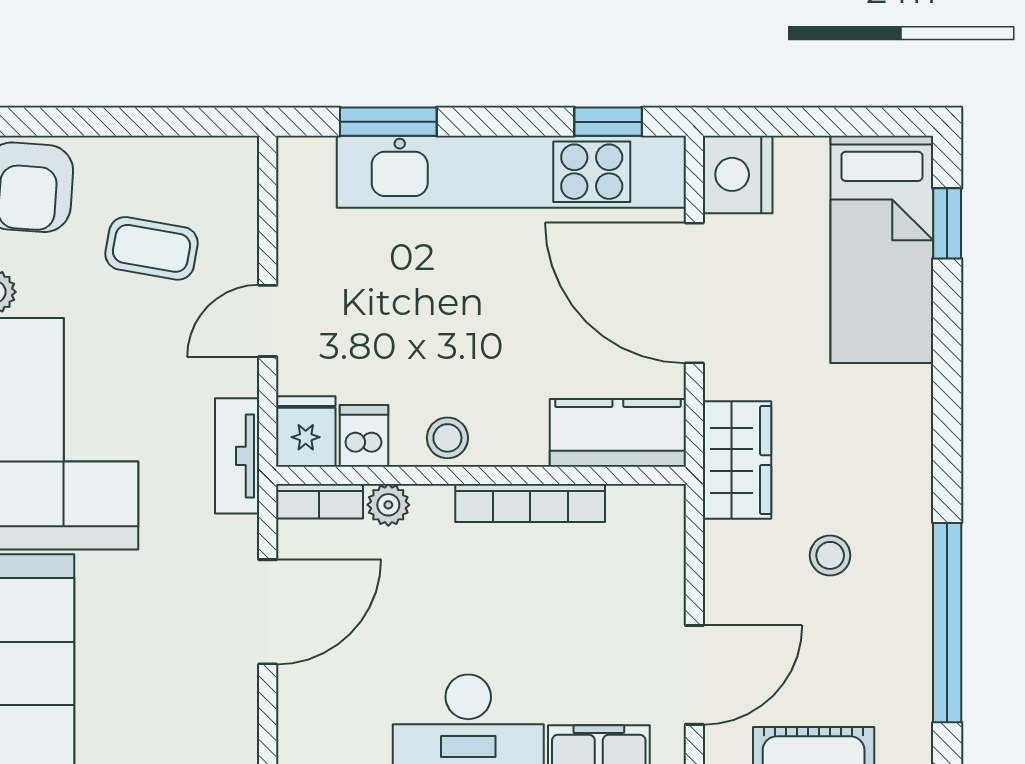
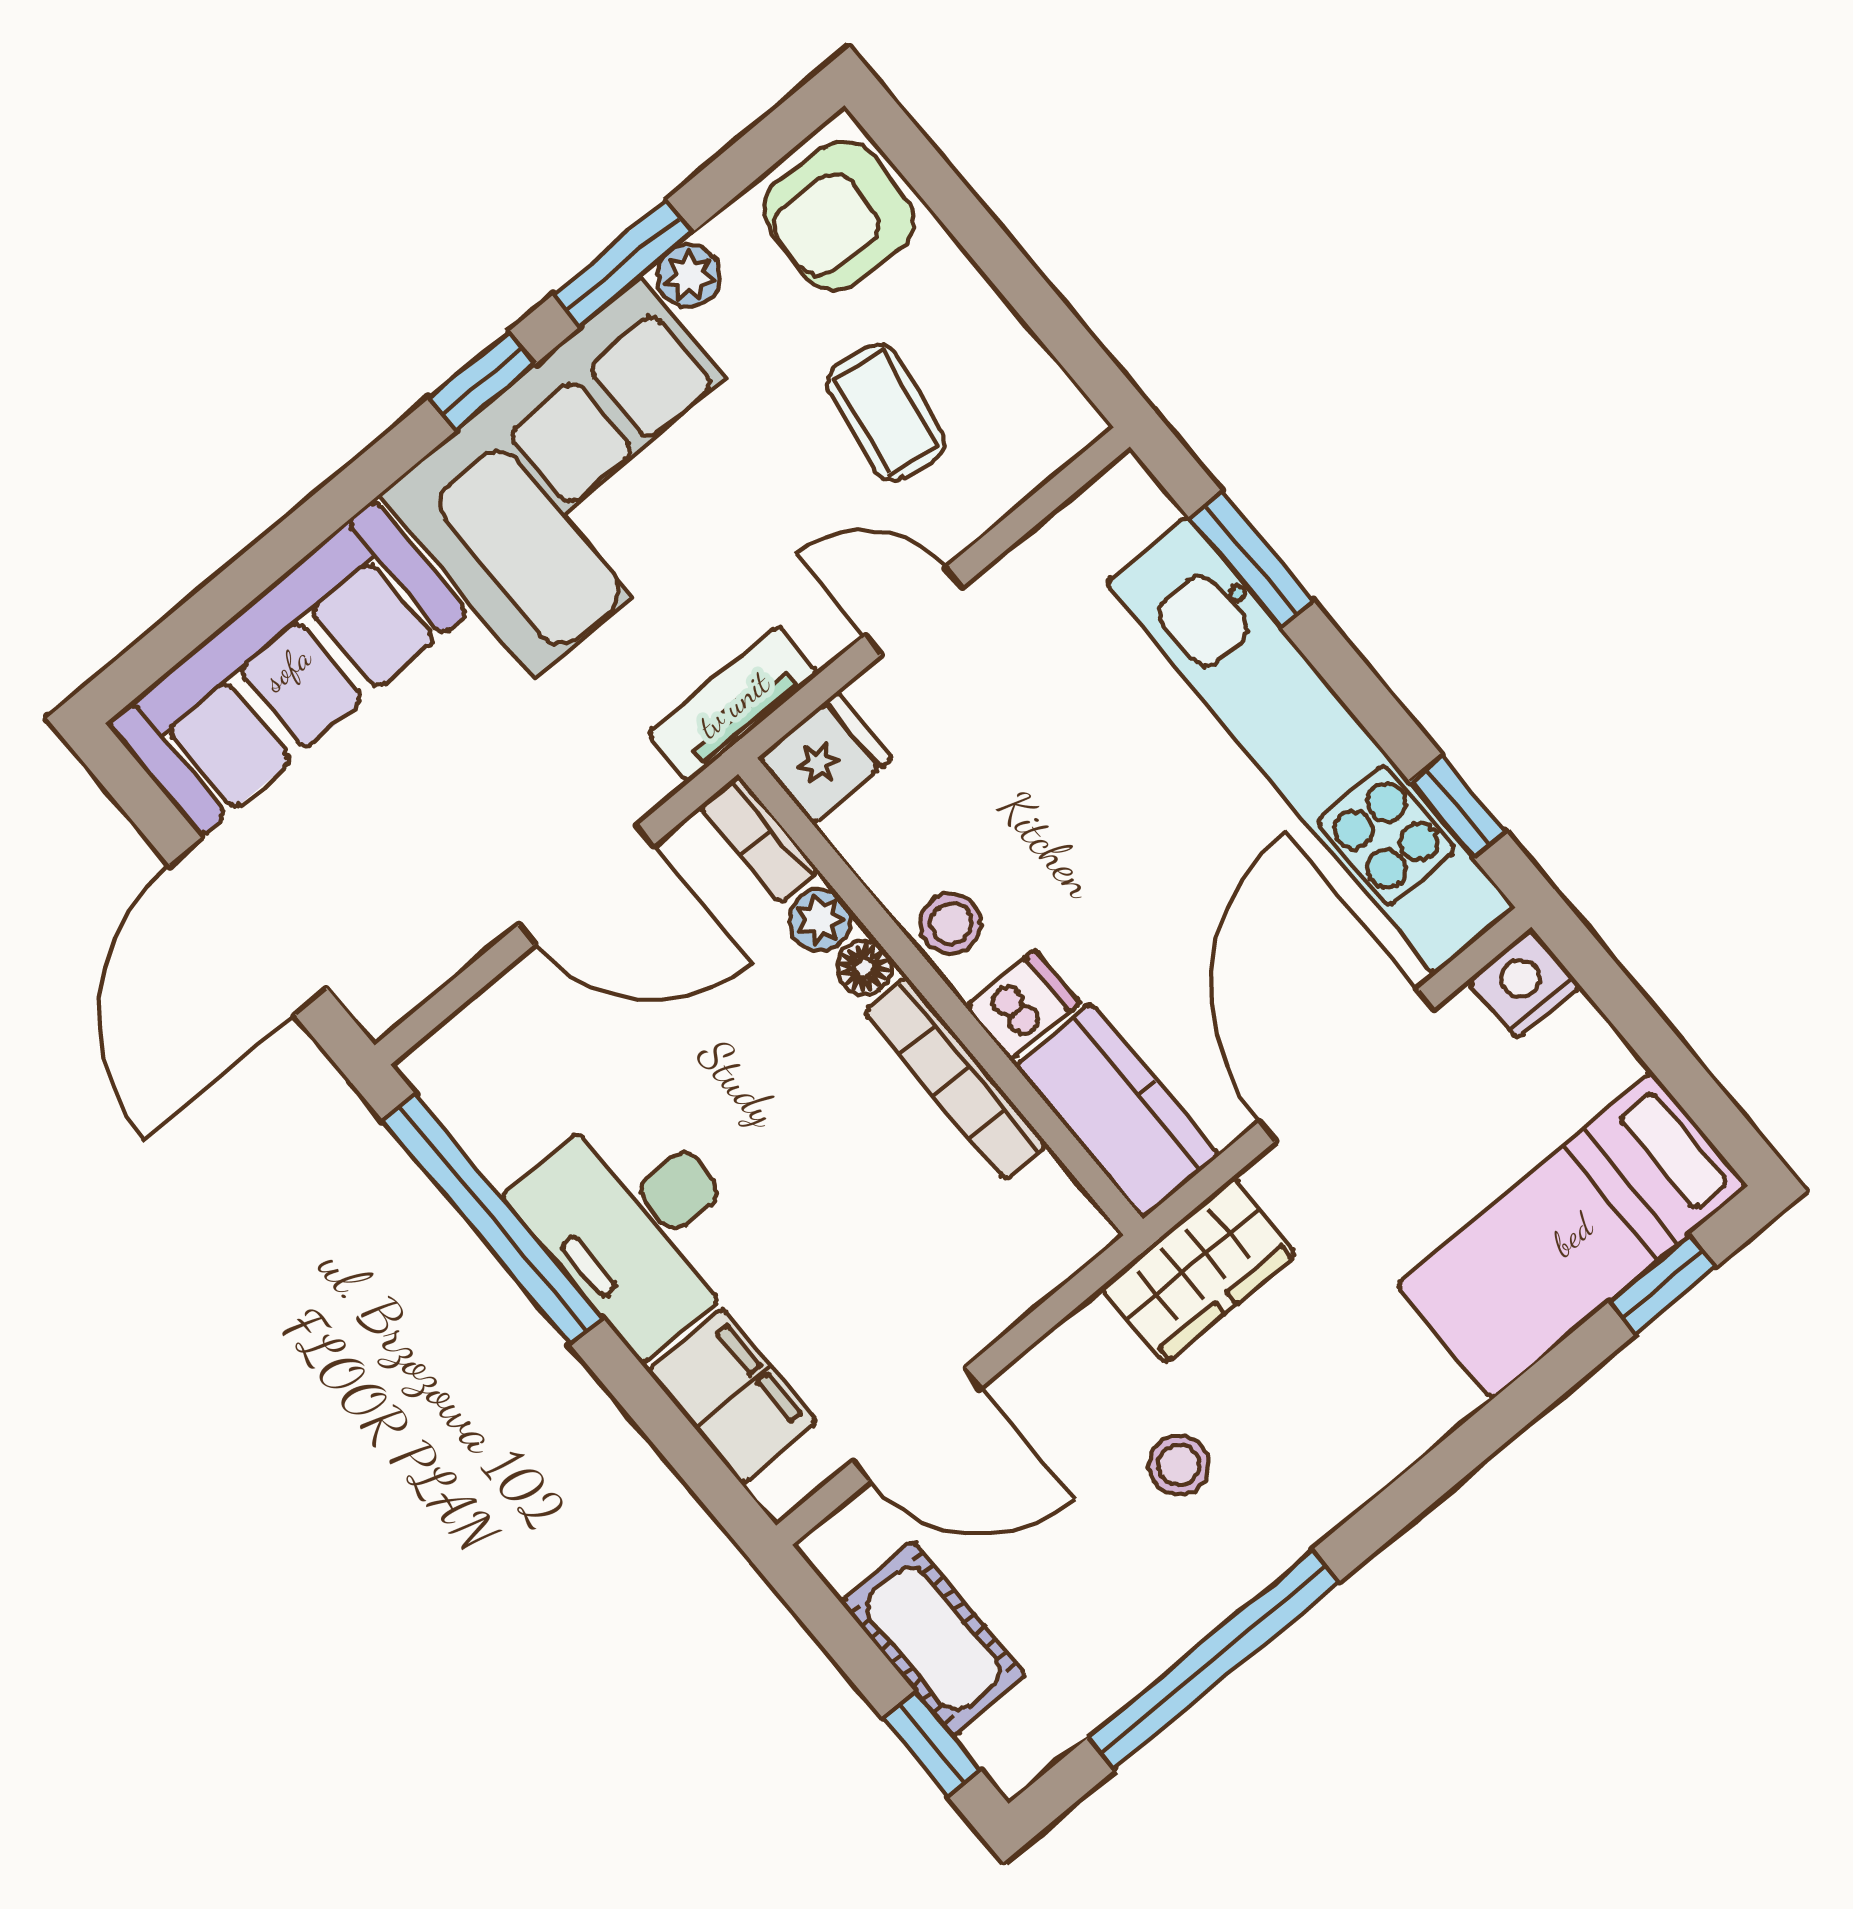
nightstand: (738, 174) -> (1524, 983), width x0.74, depth x0.75
dishwasher: (364, 436) -> (1023, 1005), moved
floor lamp: (432, 502) -> (864, 967), added

